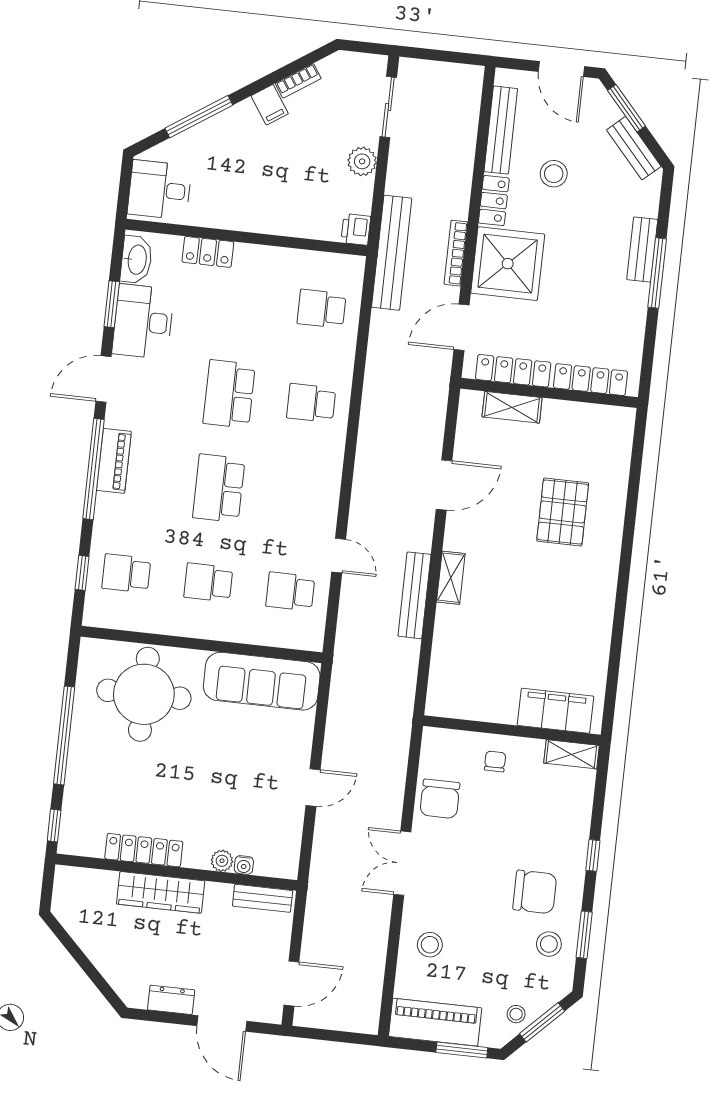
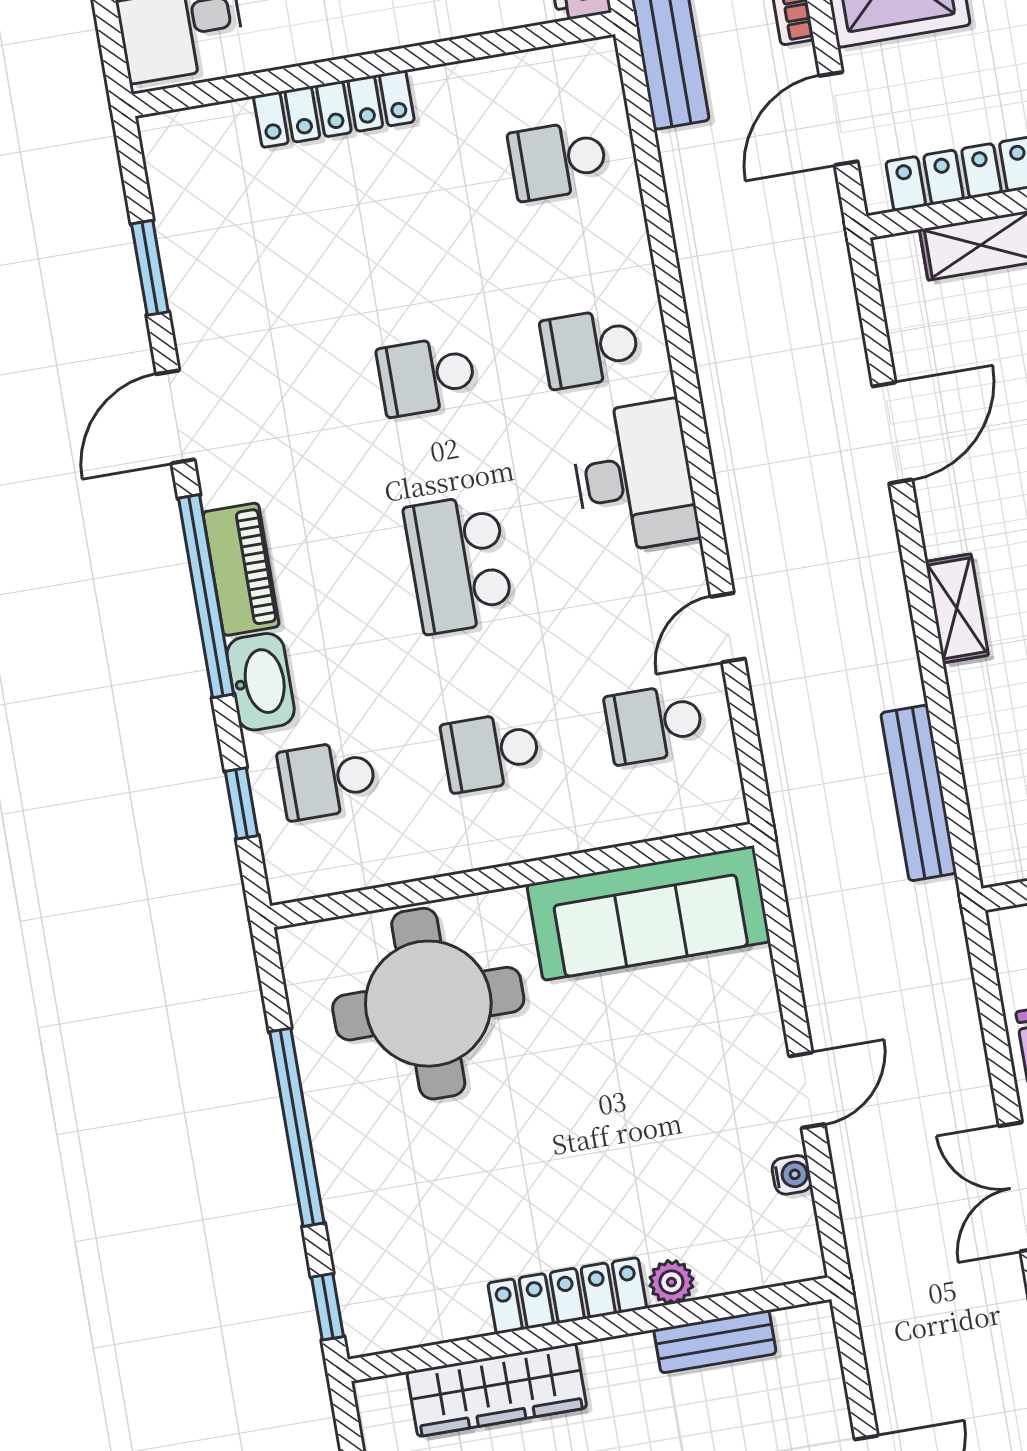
locker: (208, 252) -> (334, 109), width x1.53
washbasin: (136, 260) -> (261, 682), moved
desk: (143, 322) -> (634, 477), moved, turned 180
school desk: (229, 394) -> (427, 376), width x0.54
door: (339, 556) -> (728, 628), swing flipped
bench: (414, 595) -> (919, 793), moved
locker: (144, 850) -> (567, 1296), moved
water cooler: (244, 865) -> (792, 1175), moved, turned -90
wardrobe: (161, 892) -> (497, 1390), moved
bench: (263, 898) -> (715, 1342), moved

